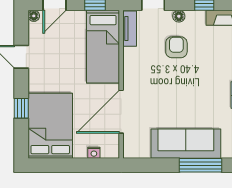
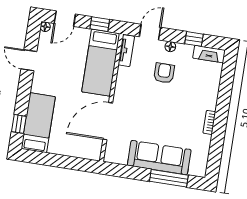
window: (21, 108) -> (19, 124), moved
bed: (50, 126) -> (38, 123), width x0.67
nightstand: (94, 153) -> (79, 153), removed

